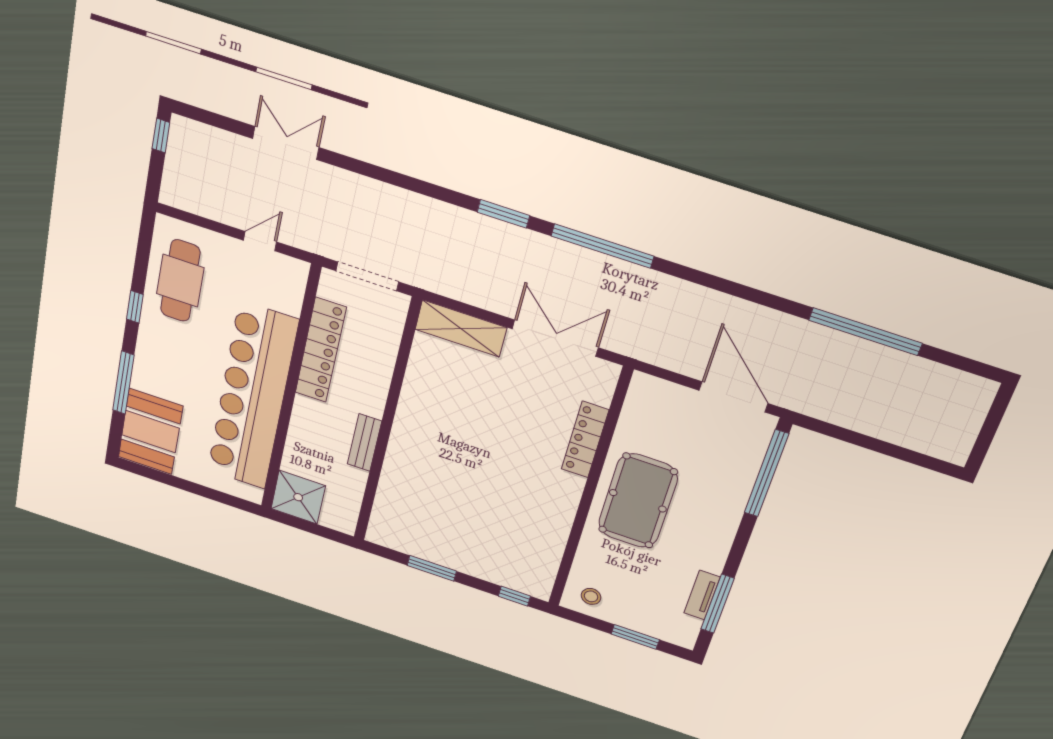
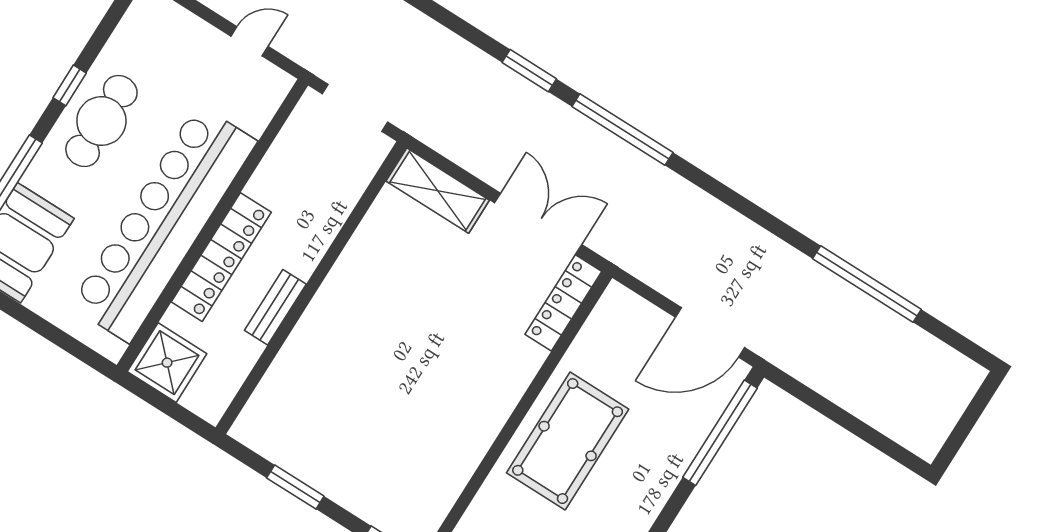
cafe table: (180, 281) -> (101, 121), moved
locker: (321, 350) -> (221, 257), moved
door: (734, 397) -> (710, 332), swing flipped
locker: (585, 440) -> (563, 303), moved

